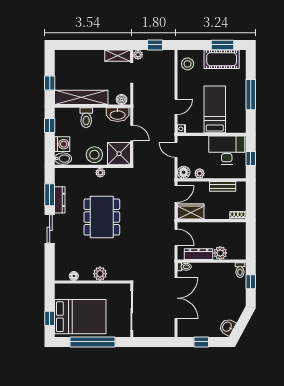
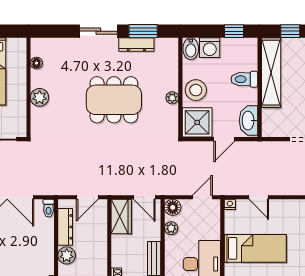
boiler: (122, 99) -> (268, 126), removed

